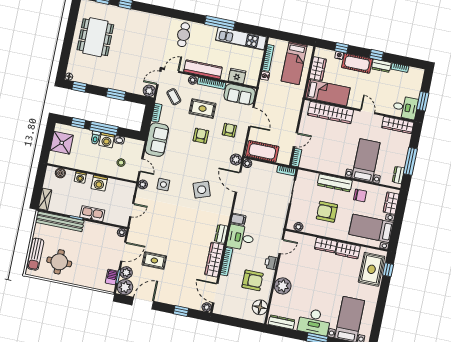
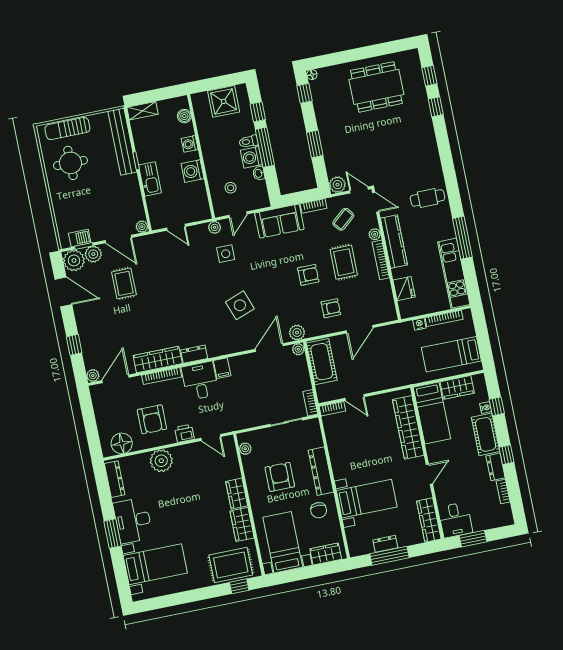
sofa: (240, 94) -> (382, 302), removed
dresser: (398, 175) -> (385, 544), moved

